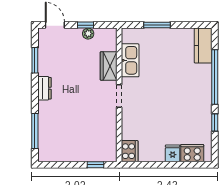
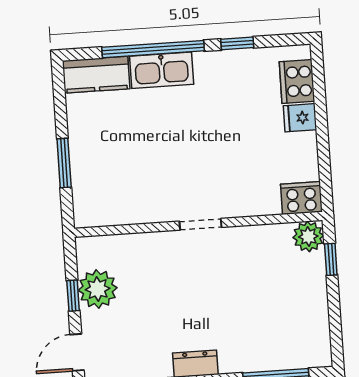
plant: (88, 34) -> (98, 289), width x1.87, depth x1.87
kitchen sink: (130, 60) -> (162, 70), moved, turned 180
wardrobe: (109, 66) -> (146, 247), removed
plant: (109, 153) -> (308, 236), added

